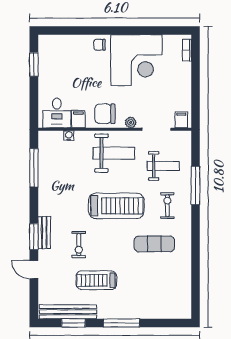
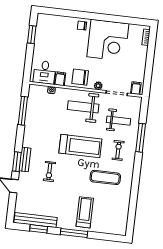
weight bench: (114, 153) -> (83, 107), turned 180
treadmill: (96, 280) -> (85, 212), moved, turned 90

